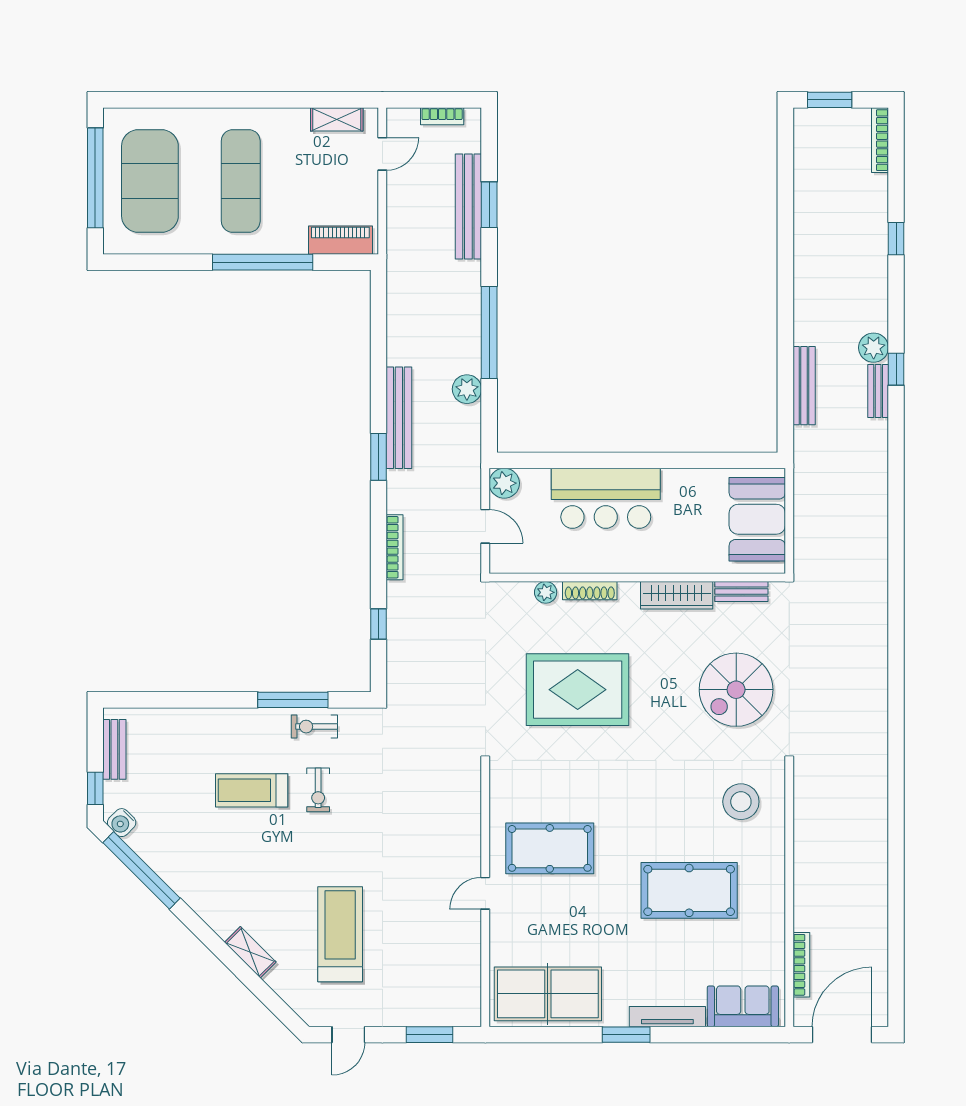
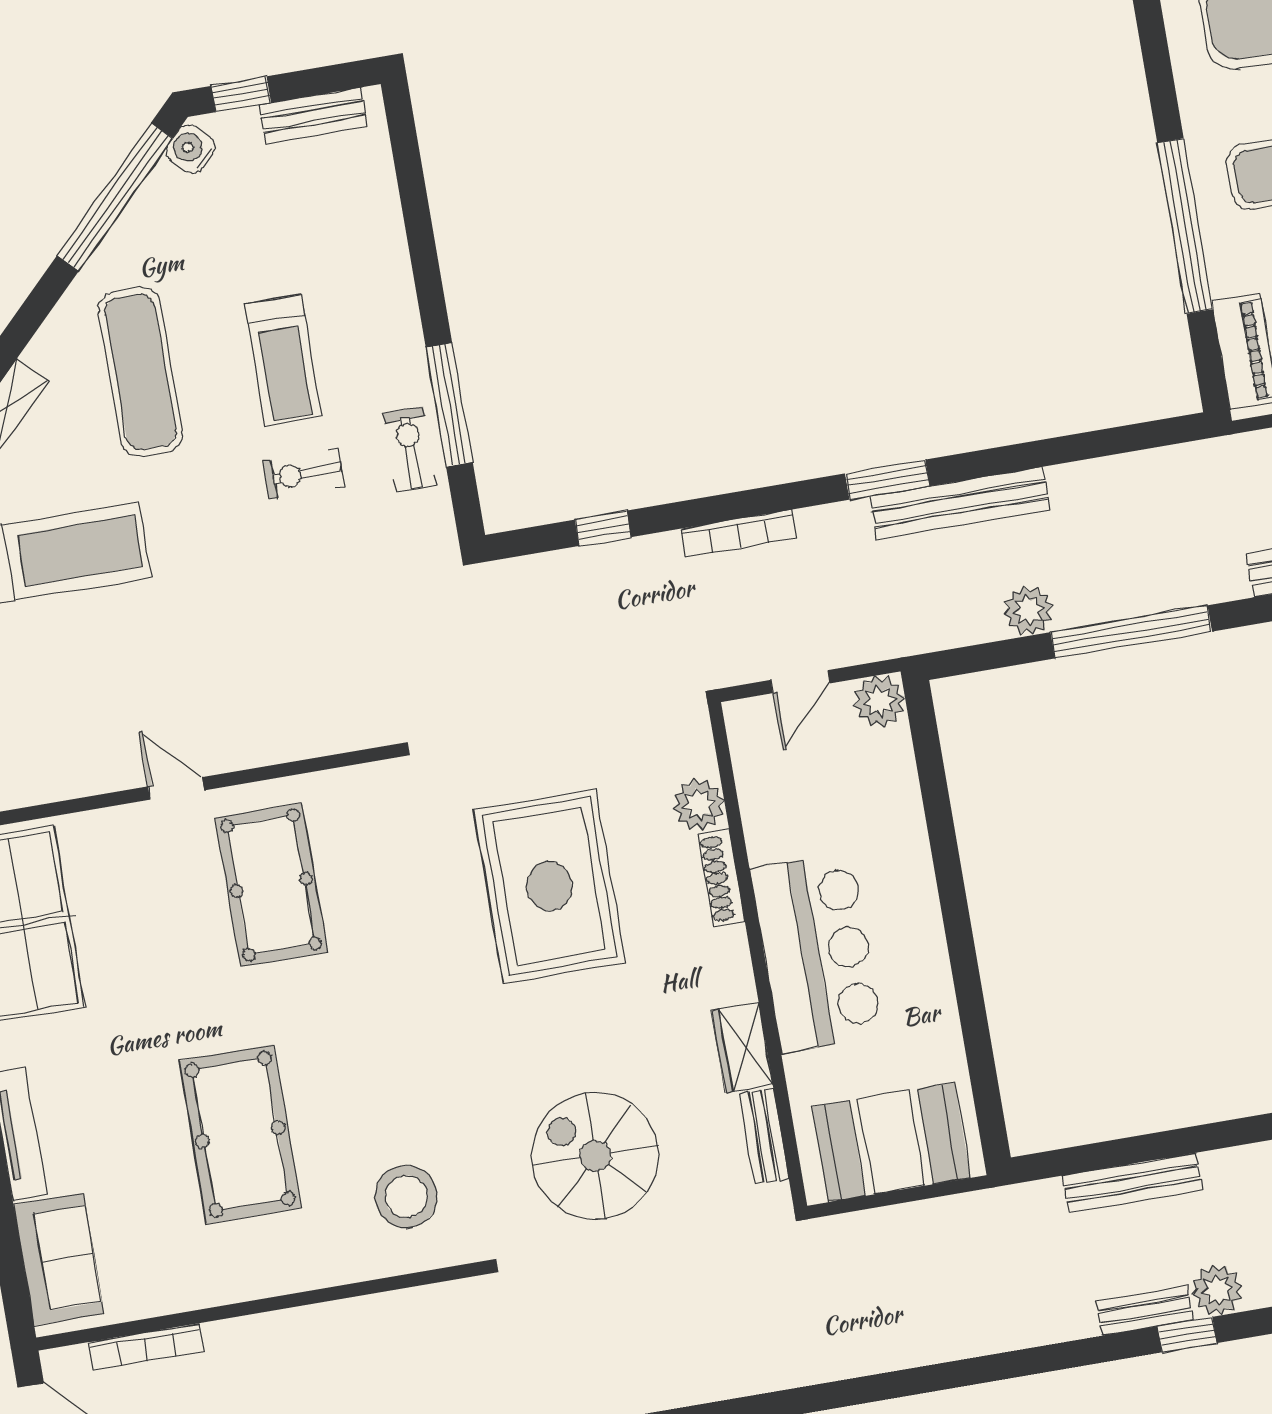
bar counter: (606, 498) -> (817, 952), moved, turned 180
plant: (546, 592) -> (699, 805), width x1.38, depth x1.38
wardrobe: (677, 595) -> (742, 1048), width x0.67
treadmill: (252, 790) -> (283, 361), turned 180
exercise mat: (244, 873) -> (141, 372), added

